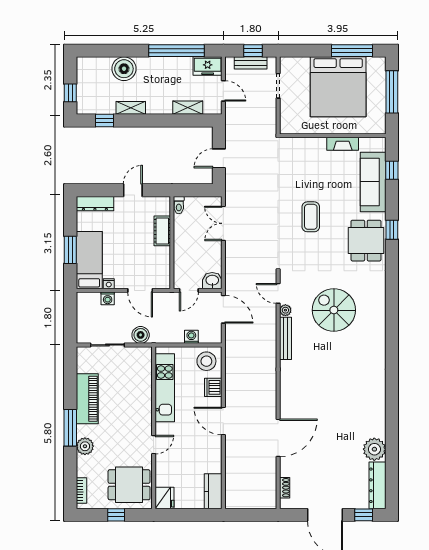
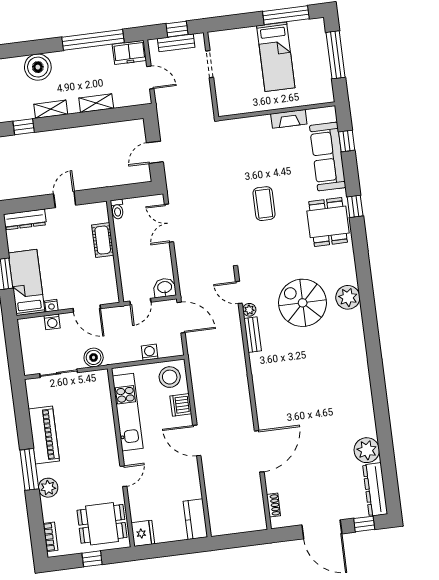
bed: (338, 87) -> (276, 57), width x0.49
shelving: (188, 108) -> (96, 103), moved
plant: (375, 310) -> (348, 297), added
bench: (286, 338) -> (253, 335), width x0.73

